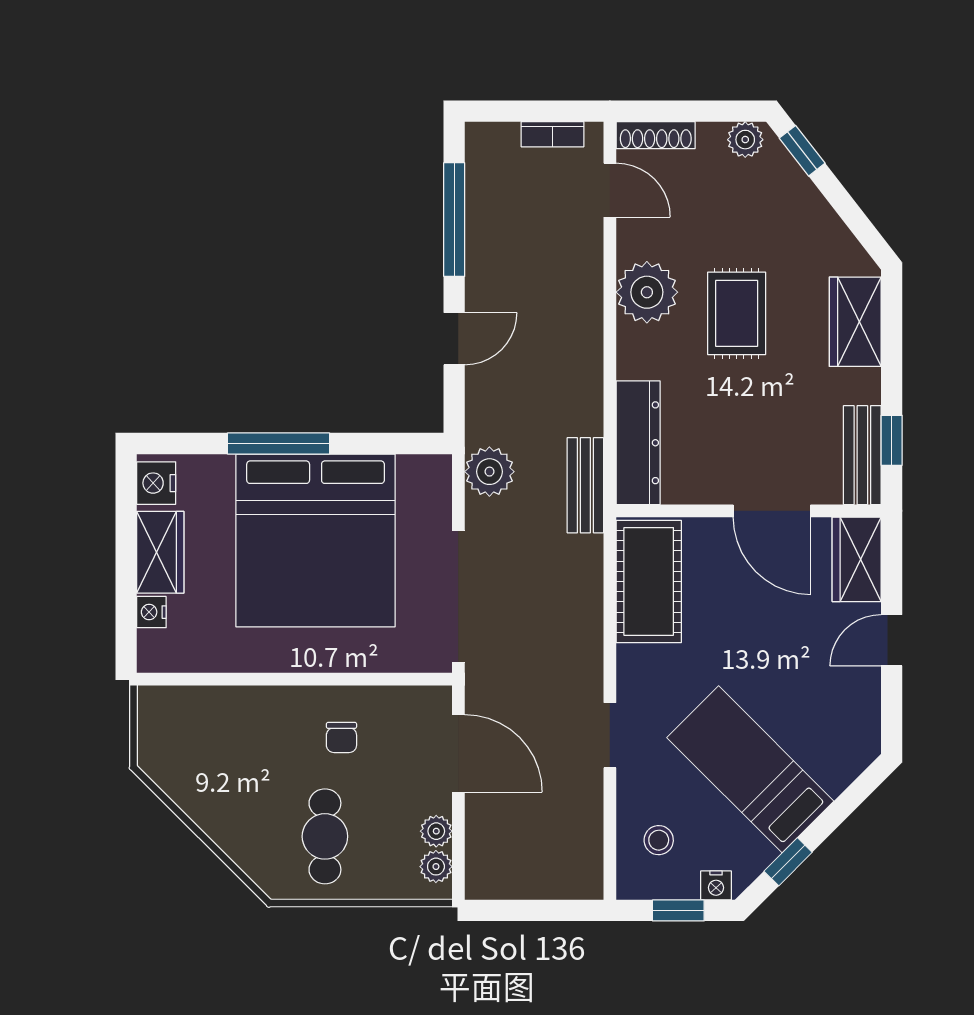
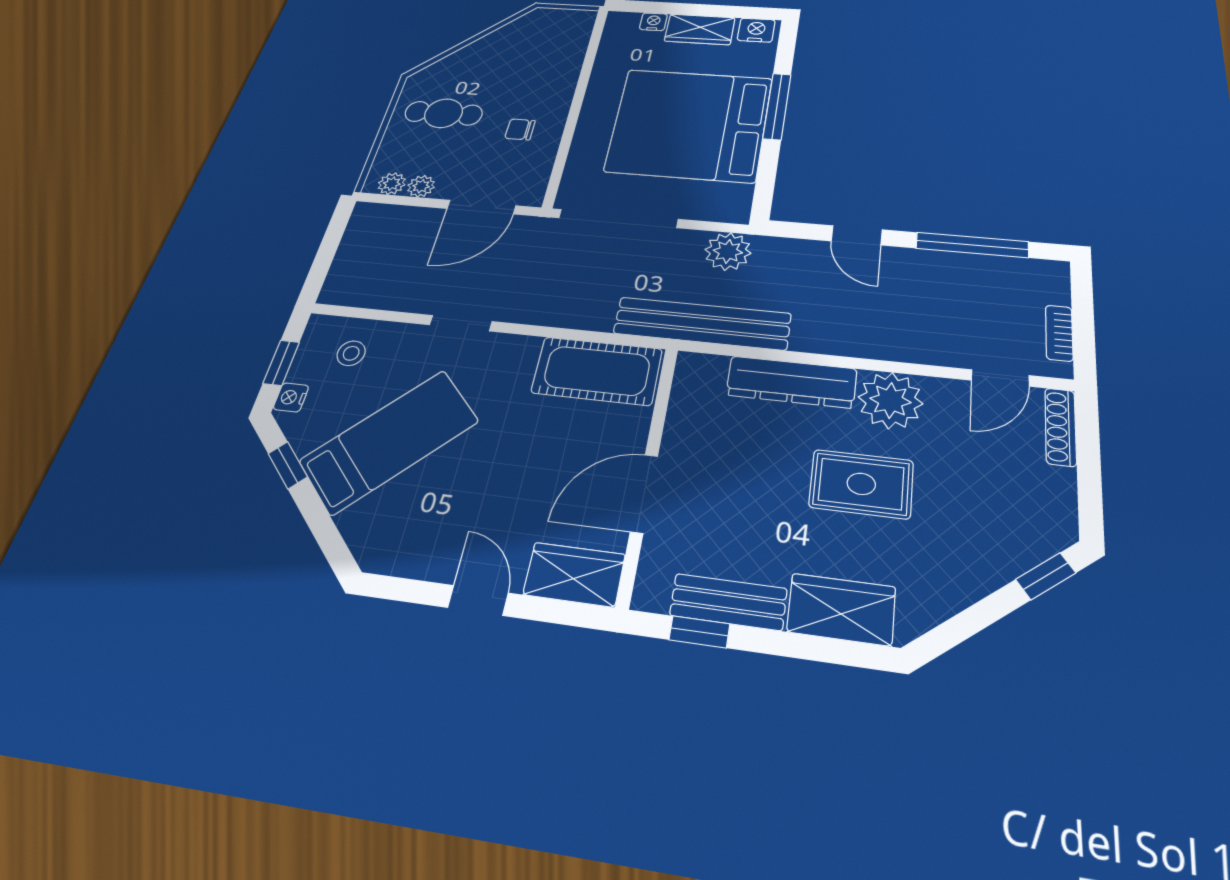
plant: (745, 140) -> (1058, 516), removed
dresser: (638, 443) -> (791, 382), moved
bench: (862, 455) -> (728, 602), moved
bench: (585, 485) -> (702, 323), width x1.86, depth x1.21

